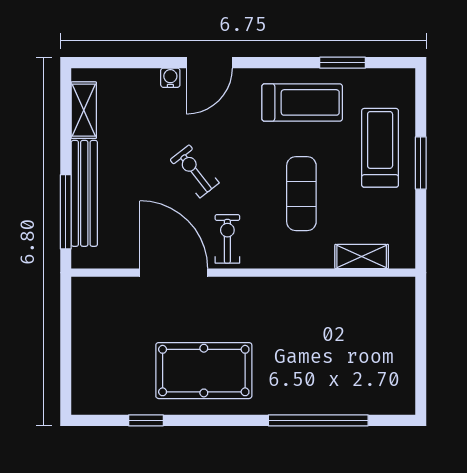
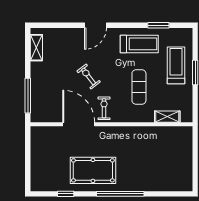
water cooler: (170, 78) -> (77, 32), removed
bench: (84, 193) -> (37, 87), removed
window: (318, 420) -> (120, 194), moved

